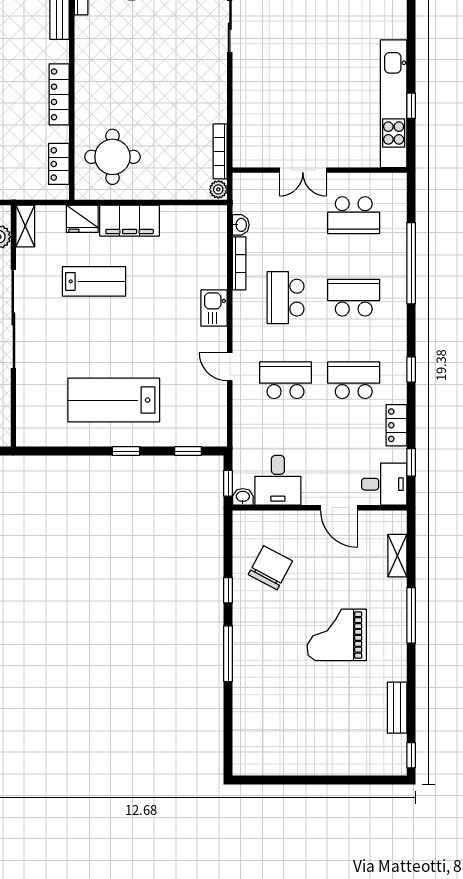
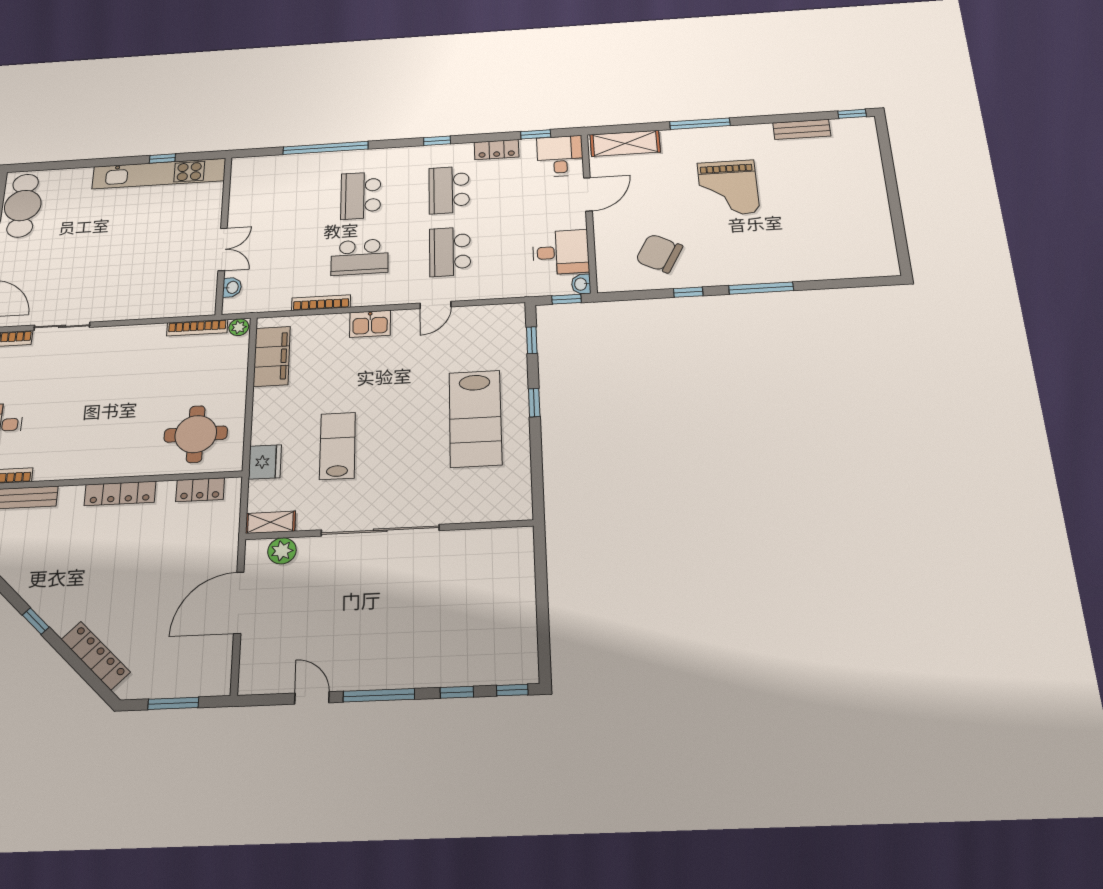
school desk: (354, 215) -> (273, 201), removed
filing cabinet: (130, 221) -> (272, 356), moved
washbasin: (241, 225) -> (232, 287), moved, turned 90
shelving: (397, 556) -> (625, 143), width x1.50, depth x1.33

